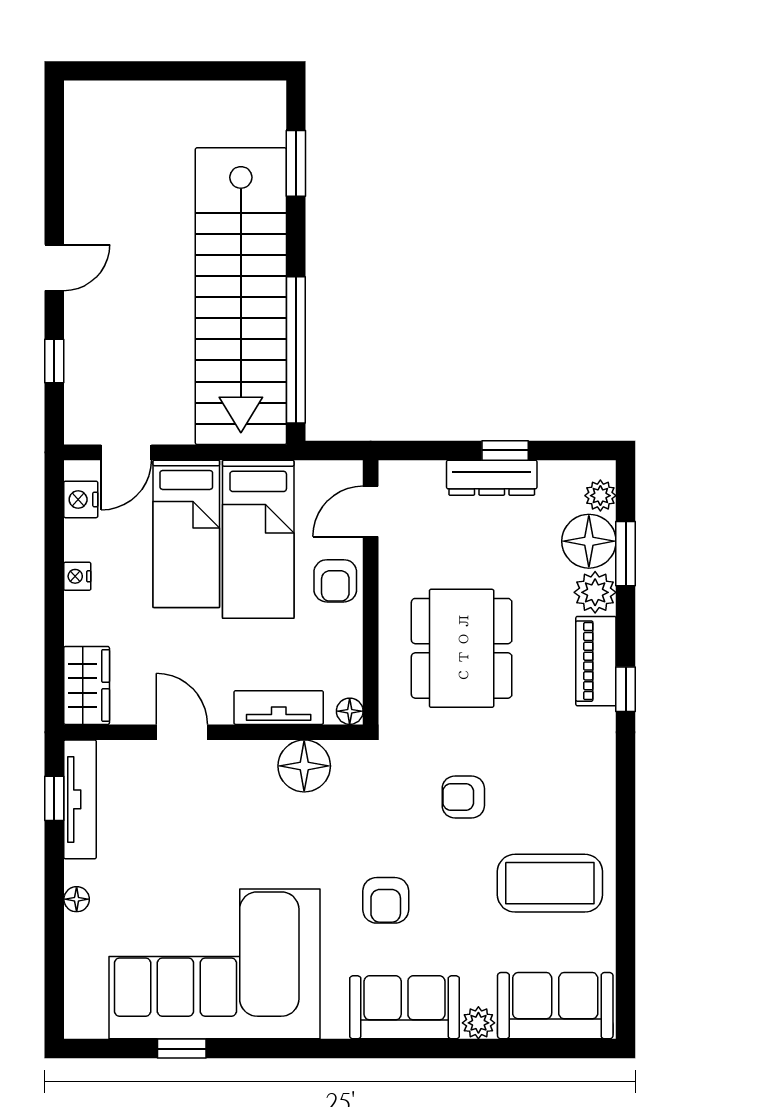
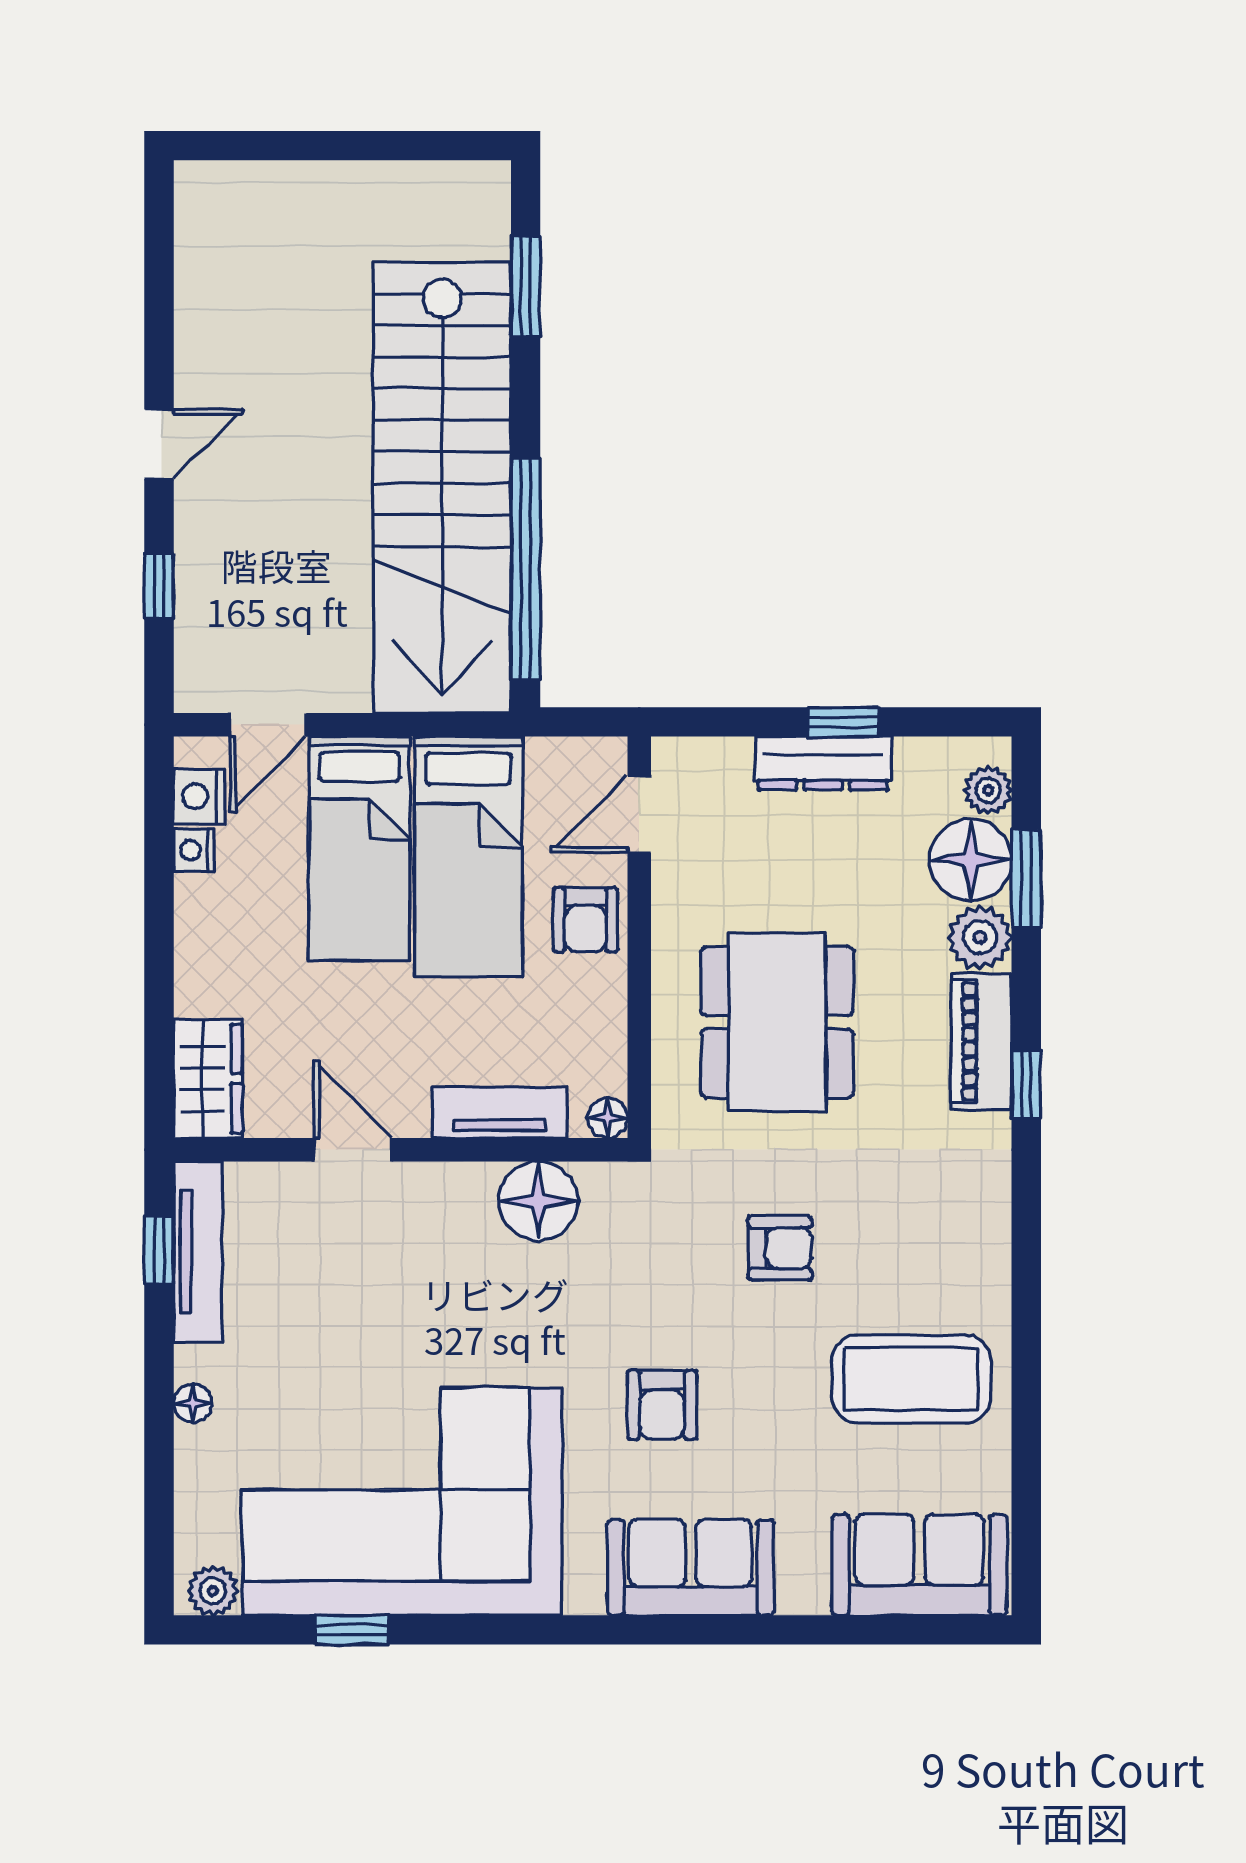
nightstand: (77, 576) -> (194, 850), moved
armchair: (463, 797) -> (780, 1248), turned 180
plant: (478, 1023) -> (213, 1591), moved

